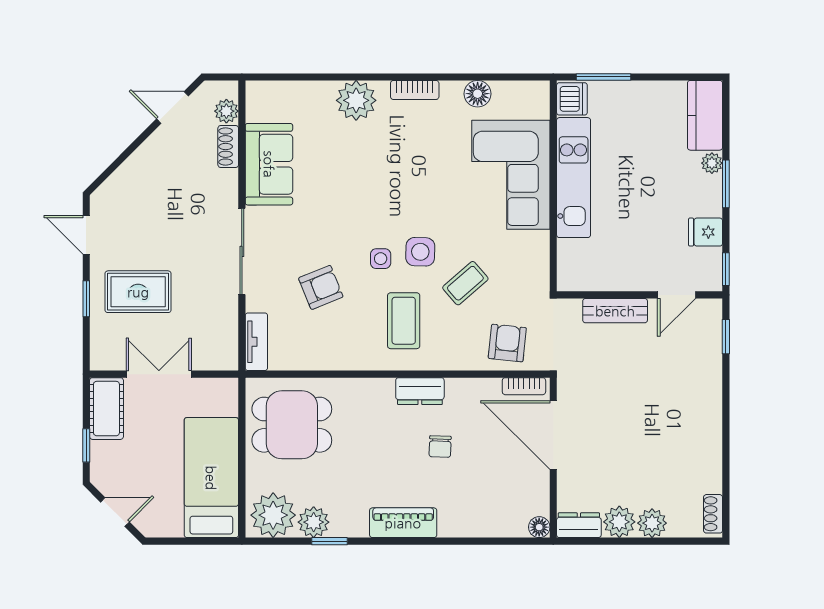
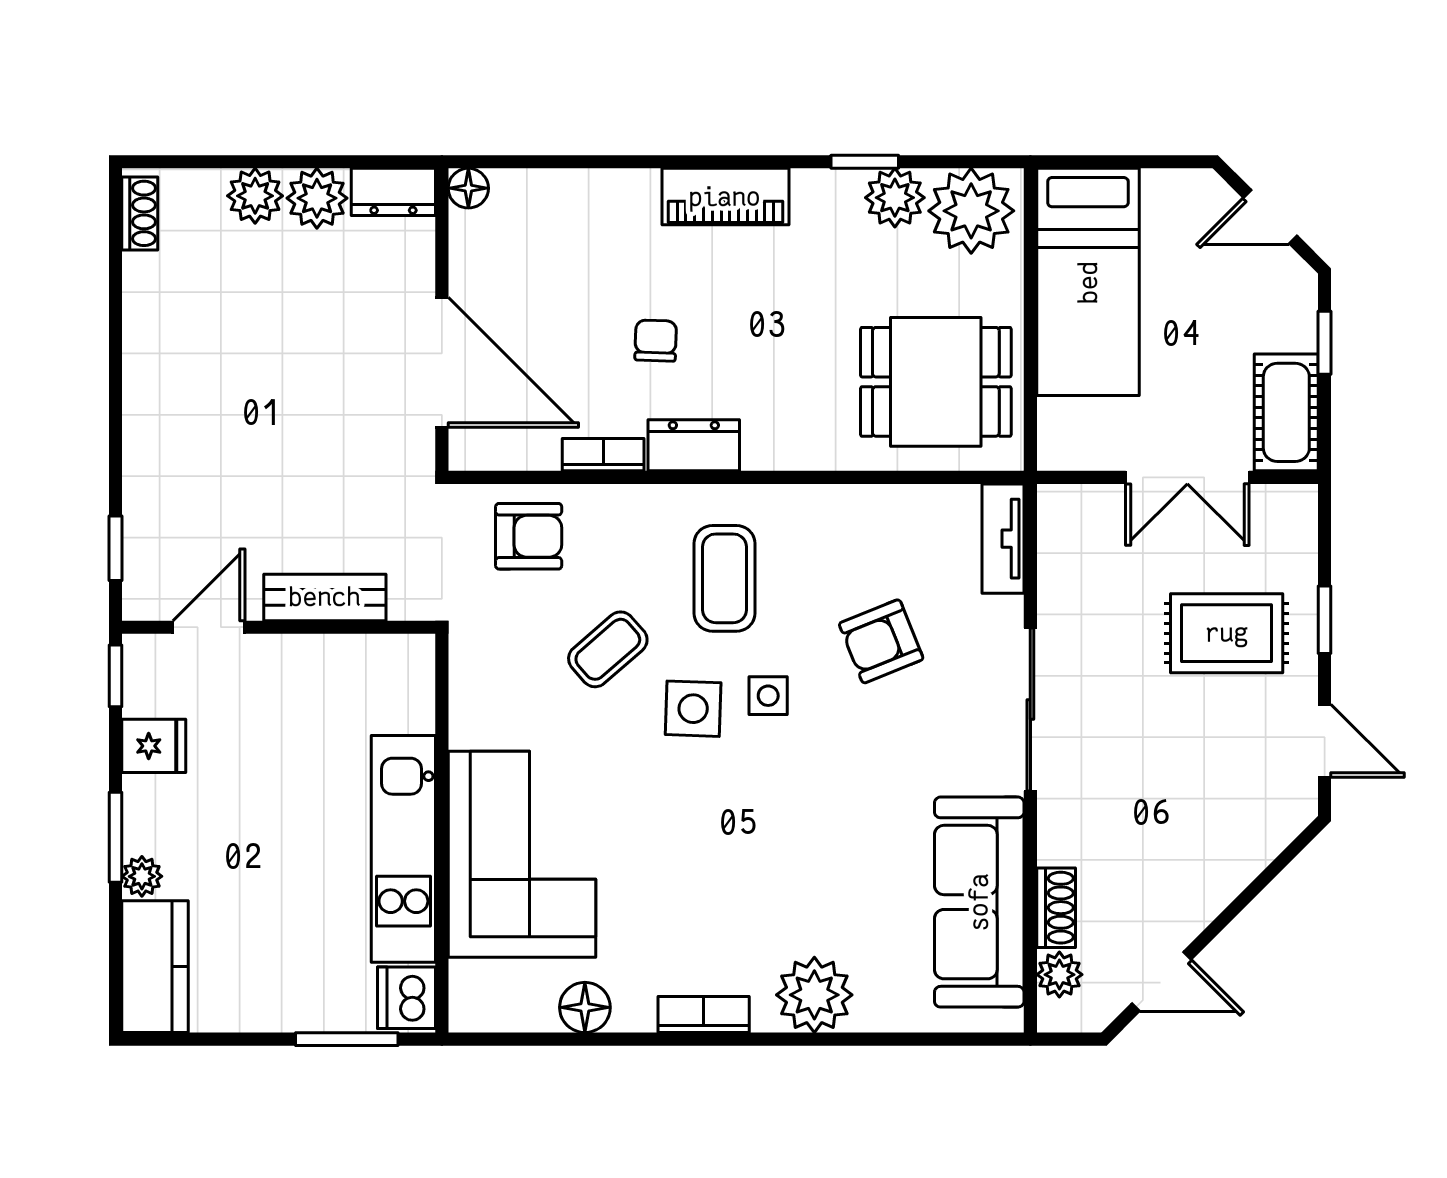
sofa: (269, 164) -> (979, 902), width x1.36
armchair: (507, 343) -> (529, 536), turned -96
bookcase: (524, 386) -> (603, 455), moved

